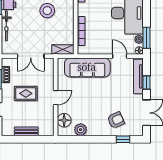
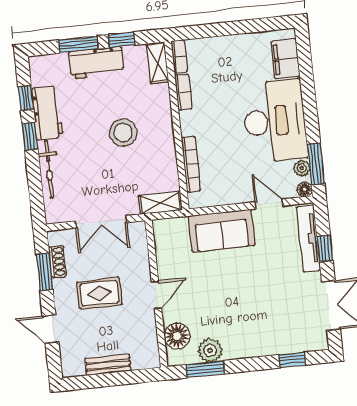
sofa: (87, 67) -> (222, 231), width x0.73
armchair: (116, 120) -> (275, 326), removed
window: (77, 139) -> (206, 369), added

